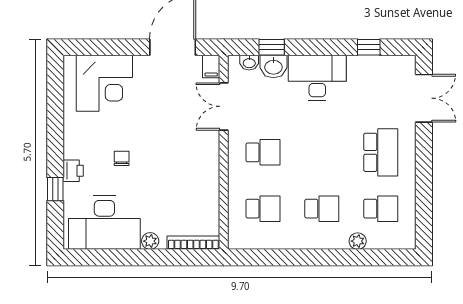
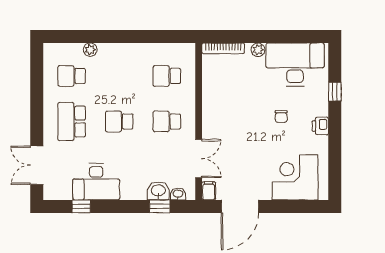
desk: (317, 78) -> (96, 182), moved
printer: (73, 171) -> (320, 126), moved
school desk: (322, 209) -> (119, 121), moved

